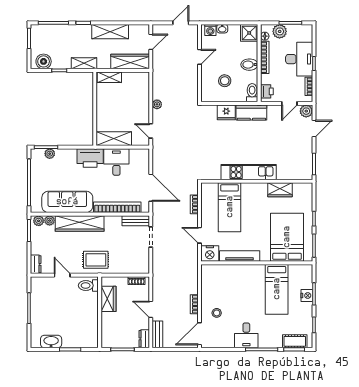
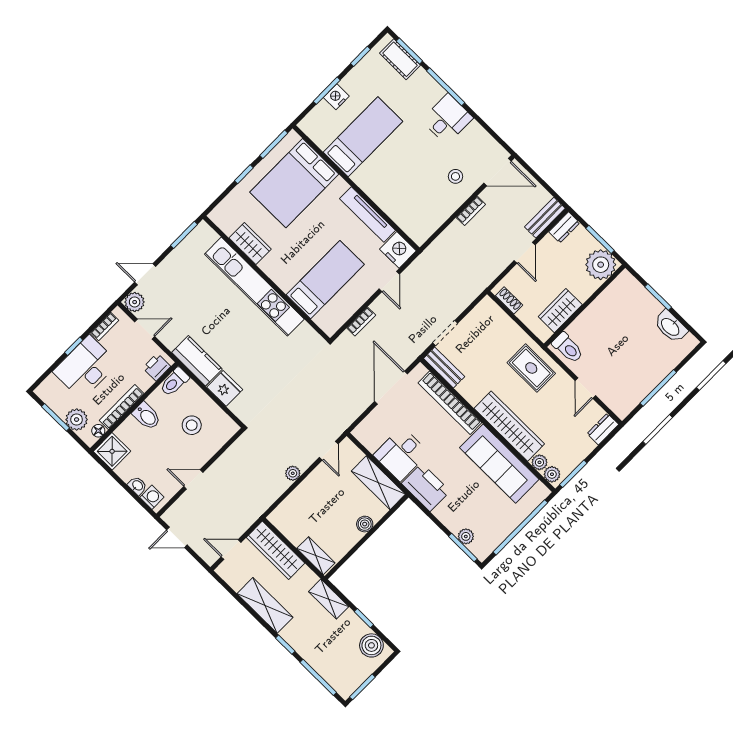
boiler: (101, 114) -> (365, 524), added
kitchen unit: (249, 172) -> (254, 287), width x1.36
plant: (111, 338) -> (601, 265), added

